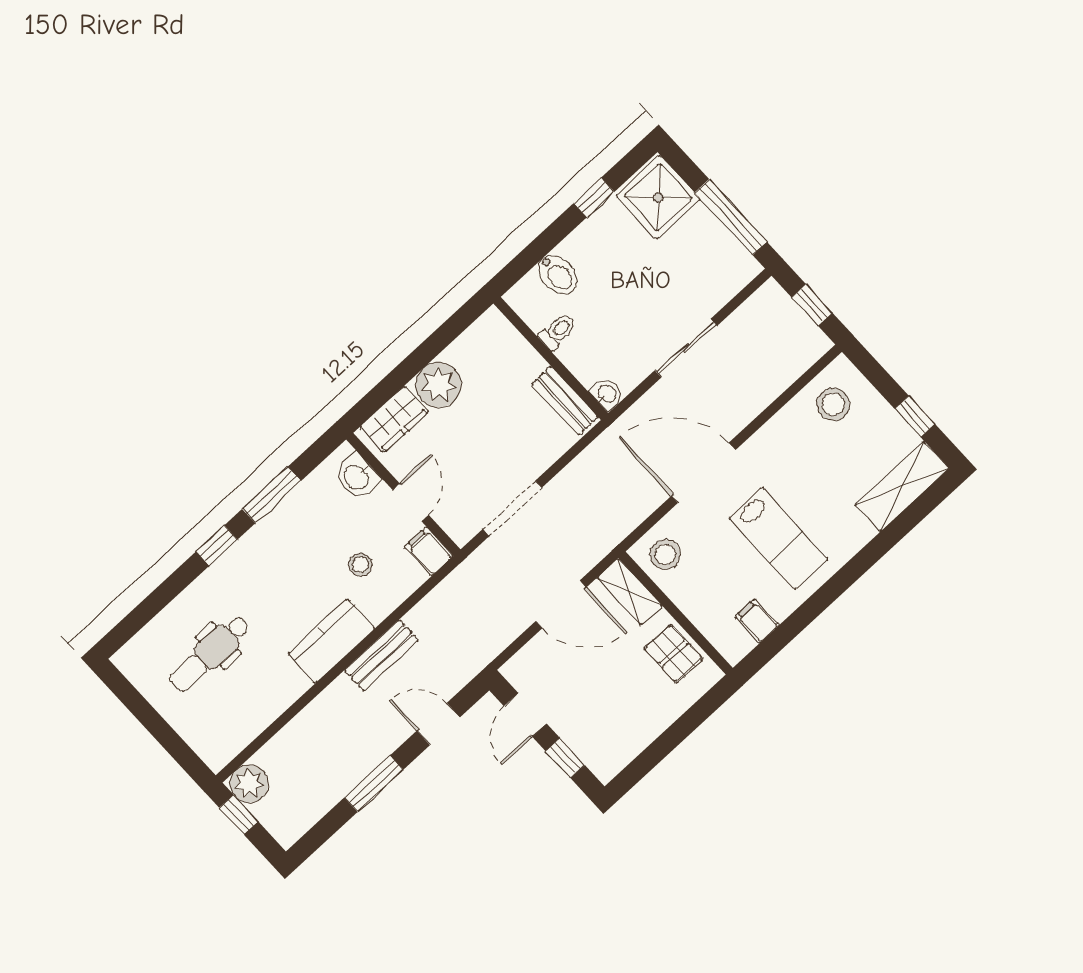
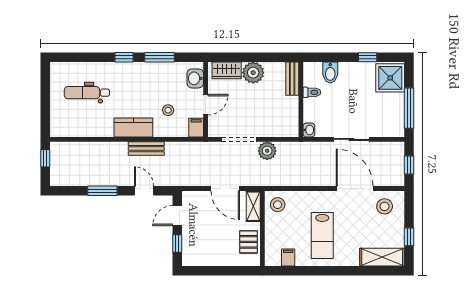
bench: (565, 401) -> (292, 79), moved
door: (703, 473) -> (355, 189), moved
plant: (249, 784) -> (267, 151), moved

